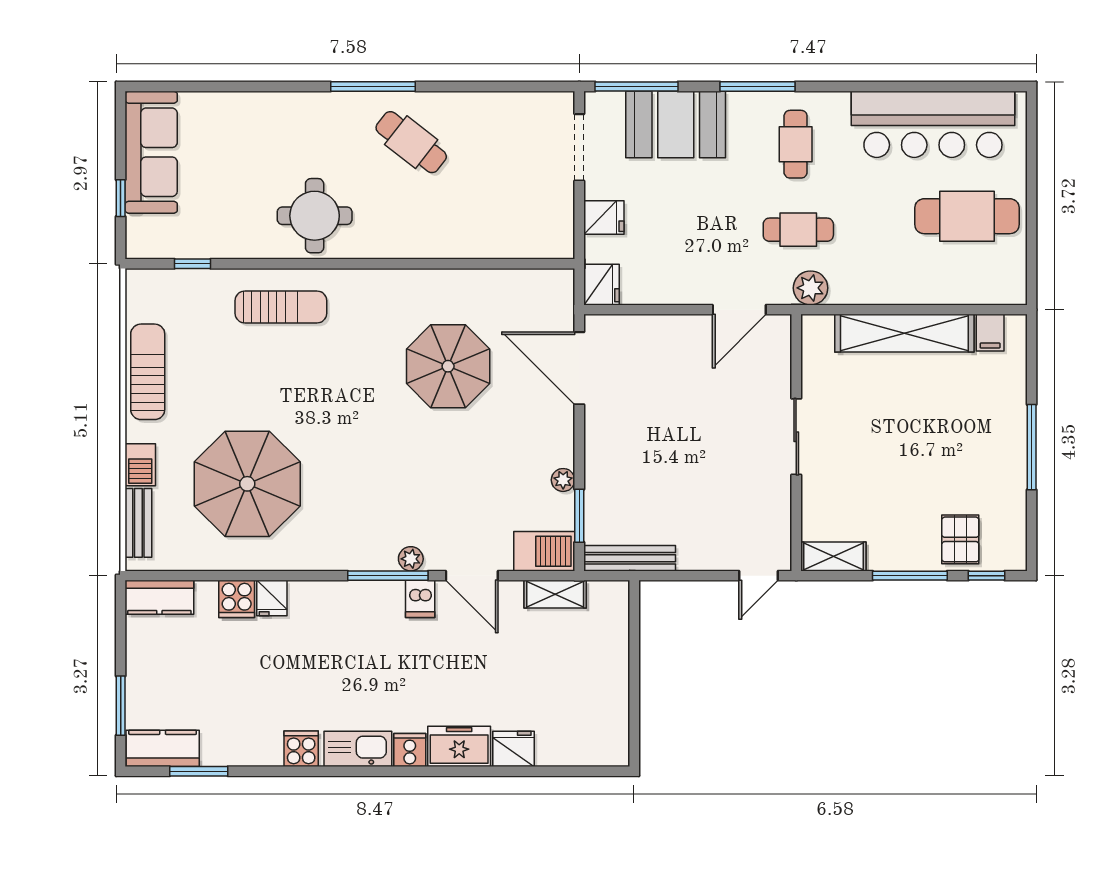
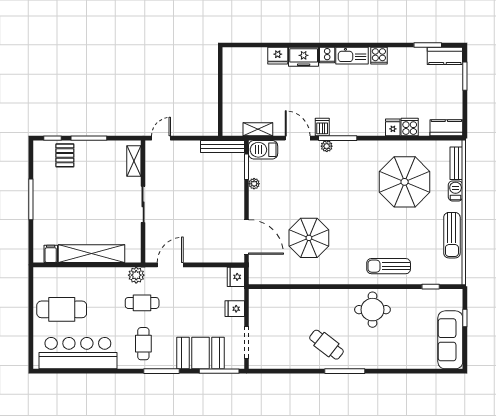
shelving: (834, 556) -> (134, 161), moved, turned 90

